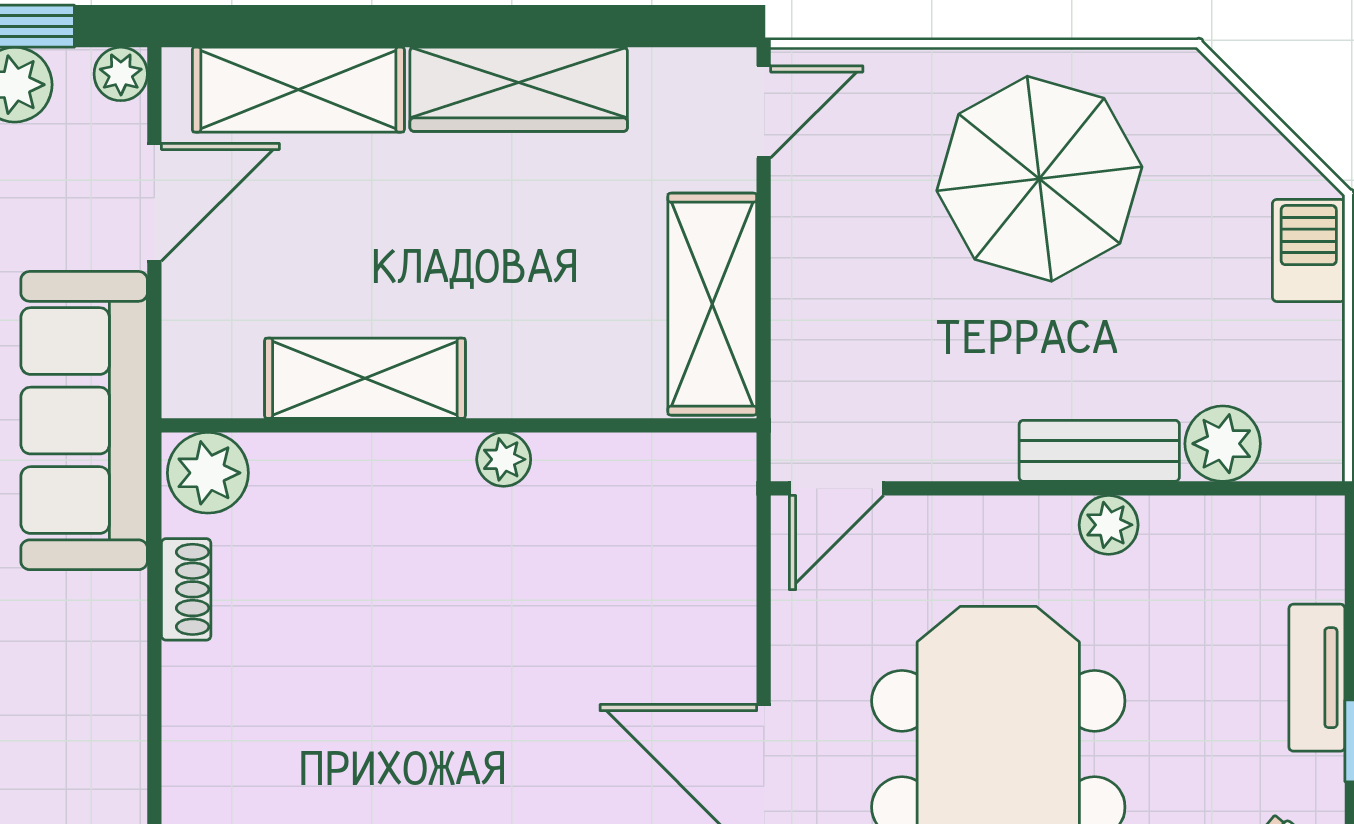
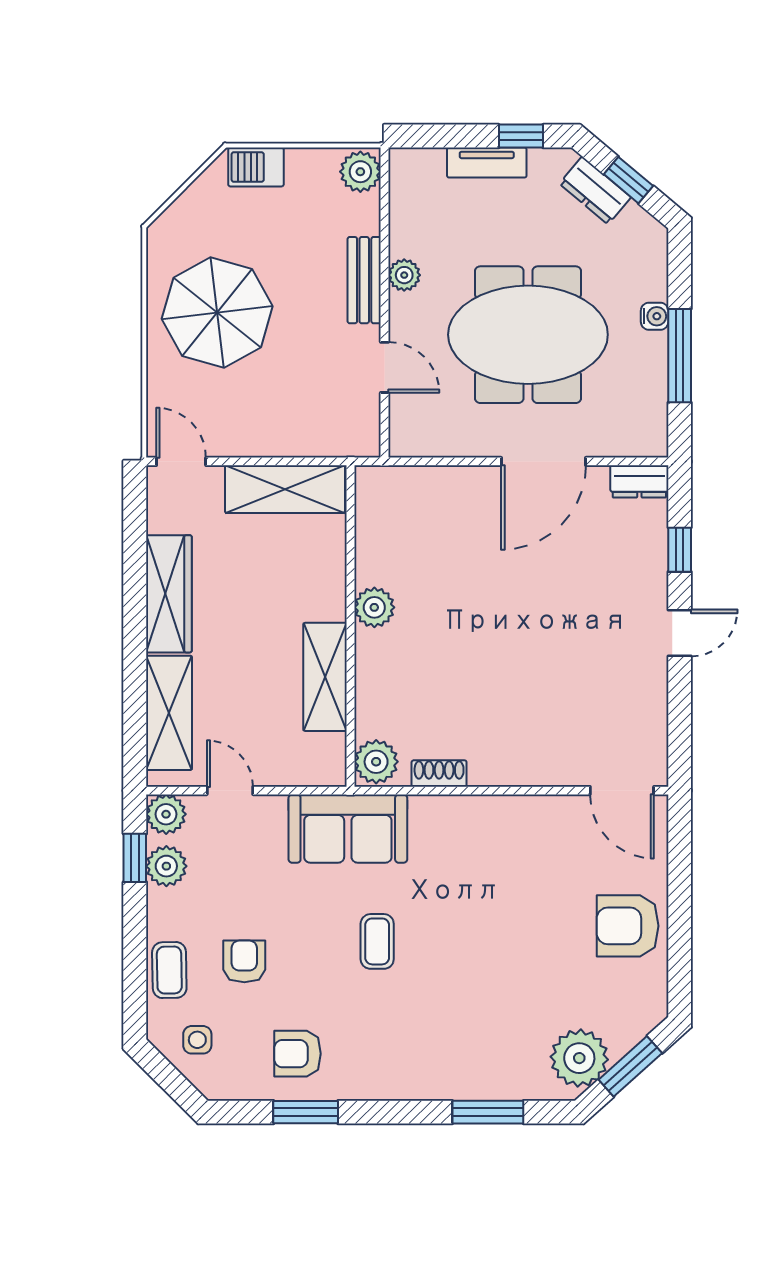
plant: (121, 74) -> (166, 814), width x1.38, depth x1.38
door: (154, 202) -> (230, 791), width x0.73
sofa: (84, 421) -> (348, 829), width x0.73
plant: (1223, 444) -> (360, 172), moved
plant: (504, 459) -> (374, 607), width x1.38, depth x1.38
door: (836, 488) -> (385, 367), moved

